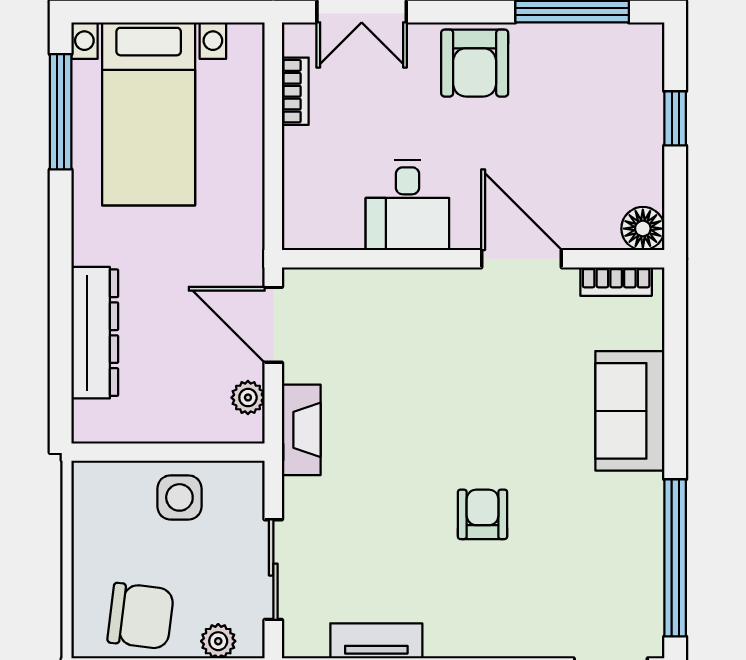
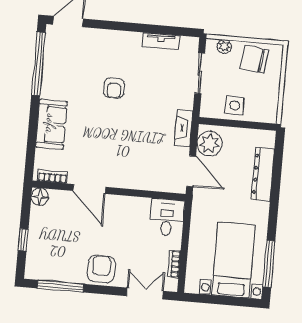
desk: (407, 205) -> (167, 217), moved
plant: (248, 398) -> (210, 143), width x1.88, depth x1.88

